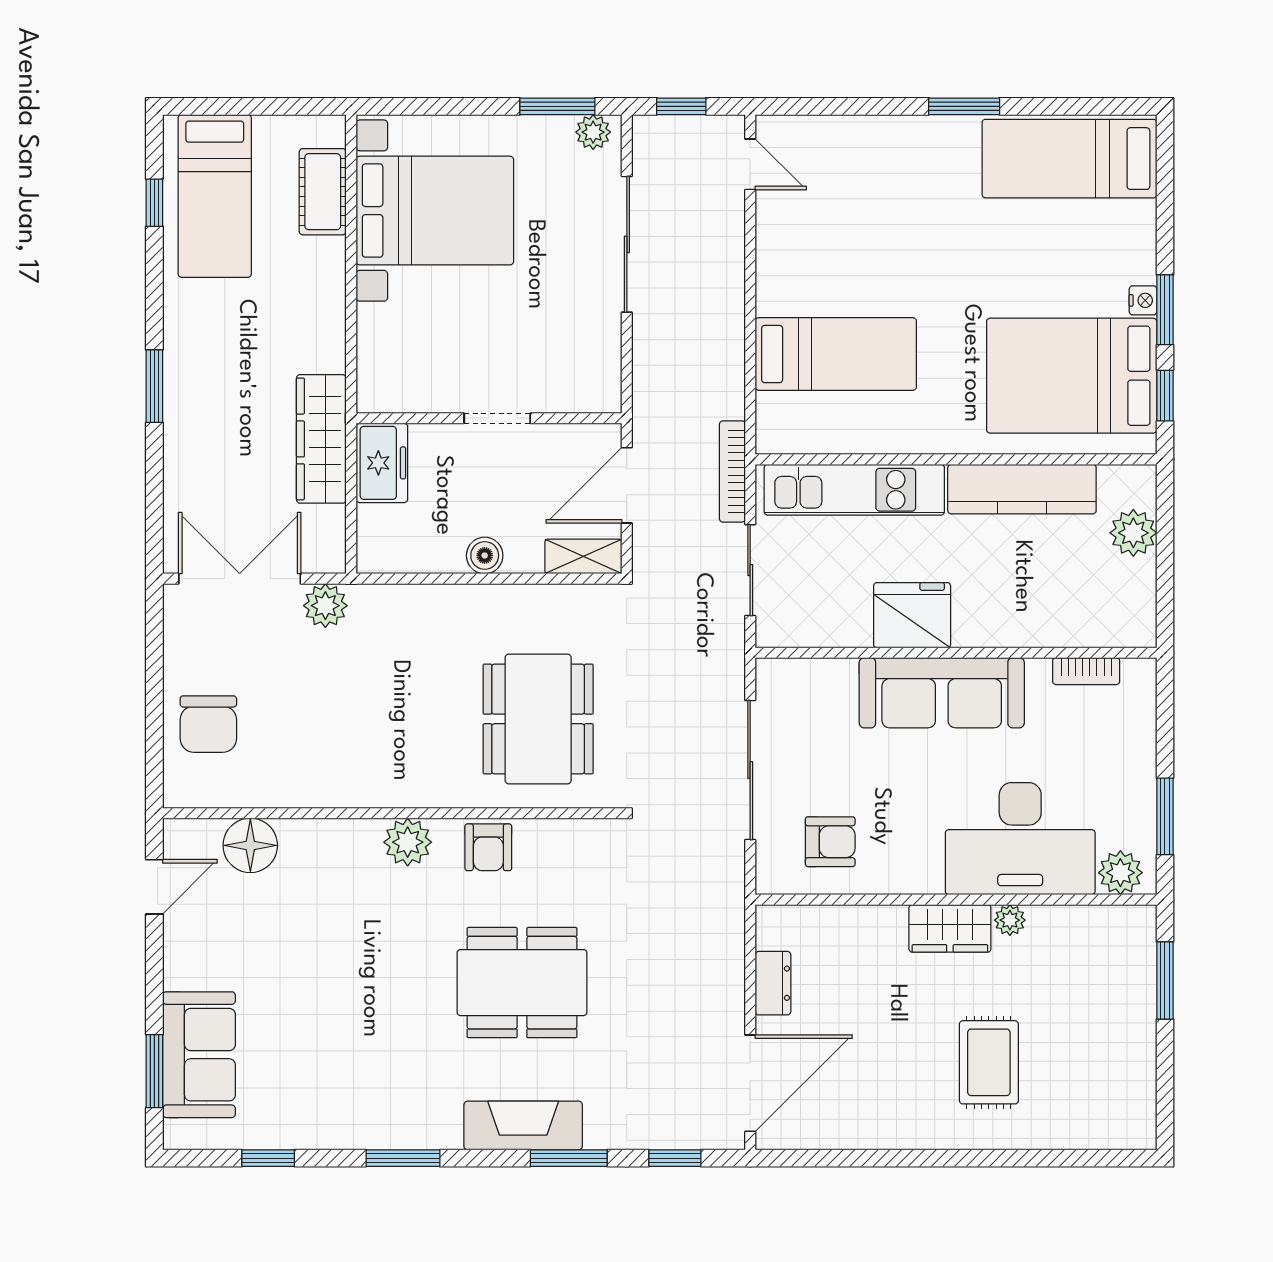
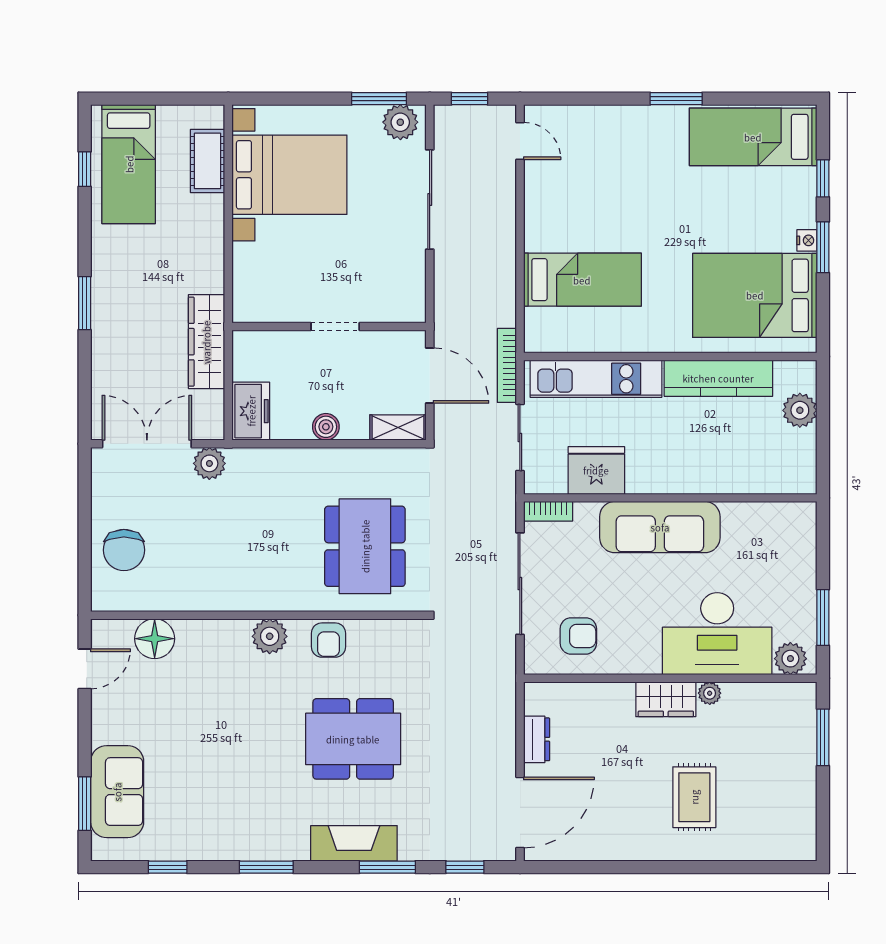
plant: (593, 132) -> (400, 122), width x1.38, depth x1.38
window: (1165, 396) -> (823, 178), moved
freezer: (382, 463) -> (251, 411), moved
door: (627, 485) -> (430, 376), swing flipped
fridge: (912, 615) -> (596, 470), moved
bookcase: (1086, 671) -> (548, 511), moved

